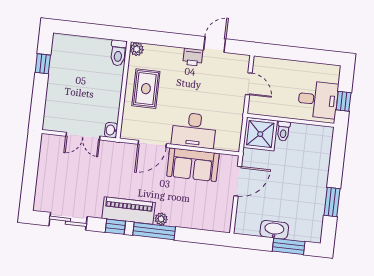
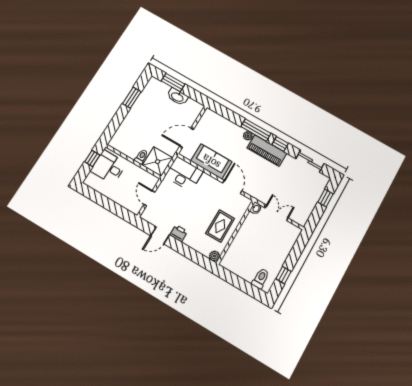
toilet: (118, 53) -> (261, 279), moved
desk: (194, 130) -> (184, 174), moved
door: (152, 144) -> (232, 187), hinge flipped
window: (29, 182) -> (326, 198), added

